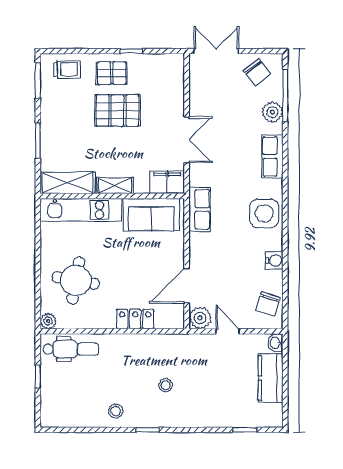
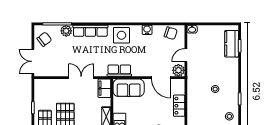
row of seats: (272, 156) -> (90, 31), width x1.48
sofa: (151, 215) -> (129, 88), moved, turned 90
kitchen counter: (271, 378) -> (232, 44), moved, turned 90

